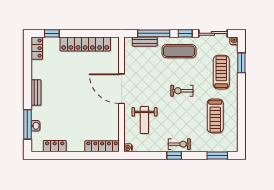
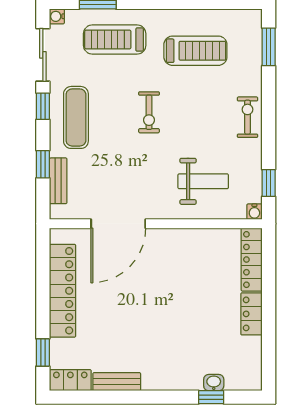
window: (154, 33) -> (43, 164), width x0.46
door: (122, 89) -> (118, 224), moved
bench: (36, 93) -> (117, 382), moved
window: (27, 124) -> (211, 397), width x0.46
locker: (55, 146) -> (251, 314), moved
window: (174, 156) -> (269, 183), moved

